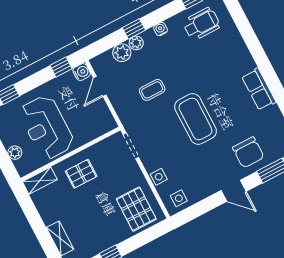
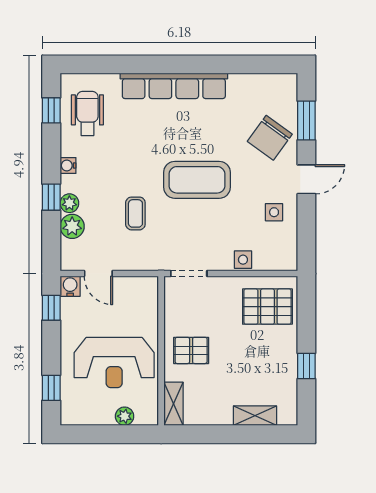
row of seats: (259, 89) -> (174, 86), width x2.02
chair: (248, 152) -> (270, 138), turned 126
pallet: (81, 174) -> (191, 350), turned 90
side table: (179, 198) -> (274, 212), moved

